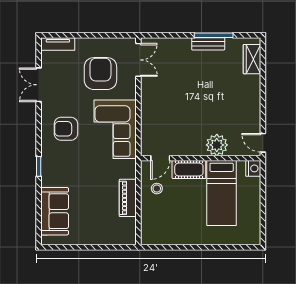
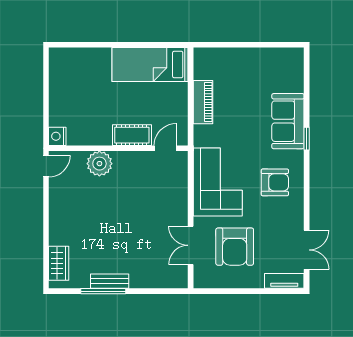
double door: (138, 60) -> (191, 245), moved
double door: (39, 85) -> (307, 250), moved
door: (263, 143) -> (46, 166), hinge flipped
stool: (157, 189) -> (169, 113), removed
bed: (222, 193) -> (150, 64), moved, turned -90
sofa: (55, 211) -> (288, 121), moved

